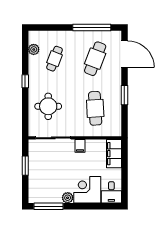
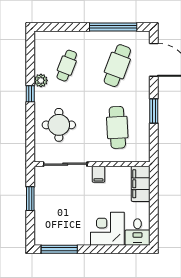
plant: (34, 49) -> (41, 80), moved
plant: (68, 198) -> (83, 239), removed

